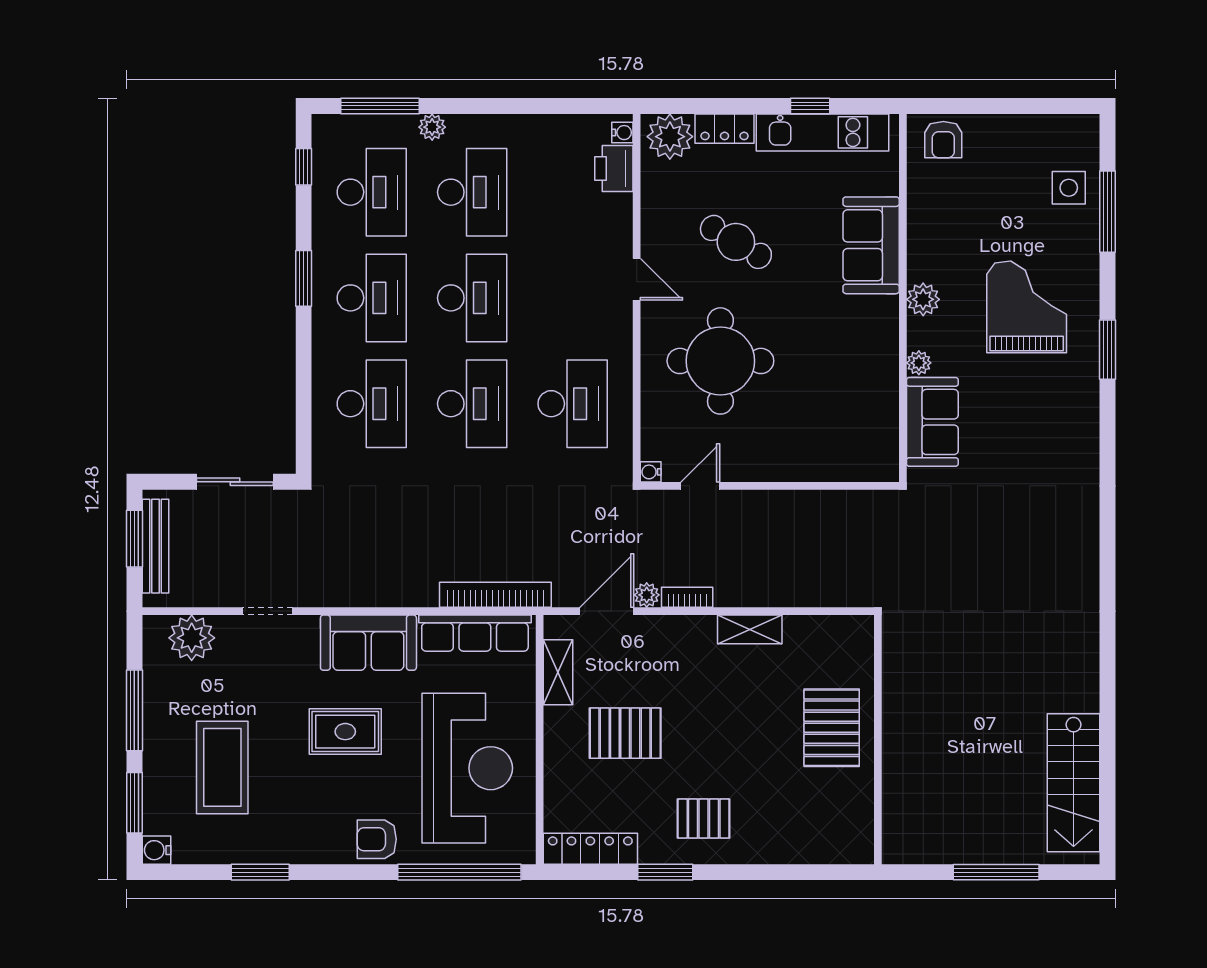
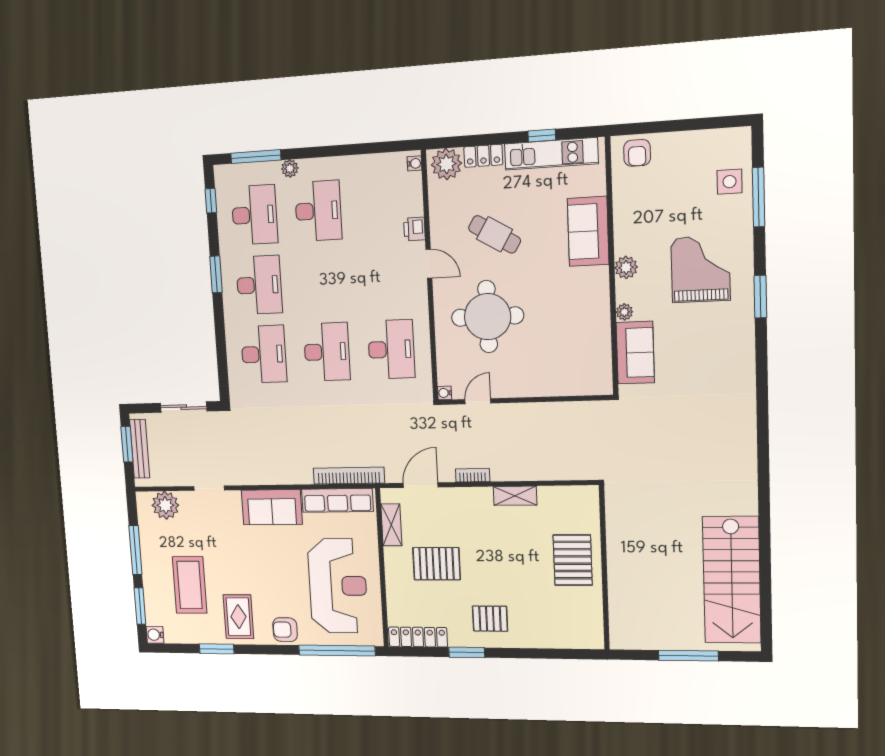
printer: (614, 169) -> (414, 229), moved, width x0.73, depth x0.81
desk: (472, 298) -> (323, 282), removed
plant: (647, 595) -> (446, 474), removed
rug: (345, 732) -> (238, 617), moved, turned 90
stairs: (1074, 783) -> (732, 580), width x1.36, depth x1.51

